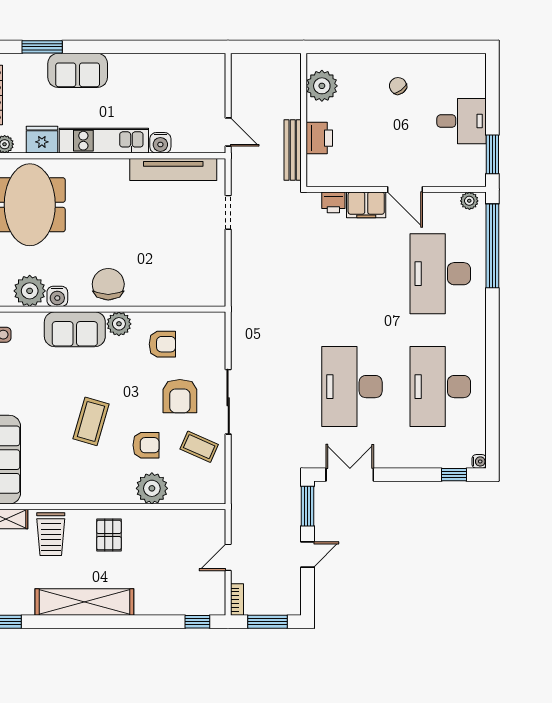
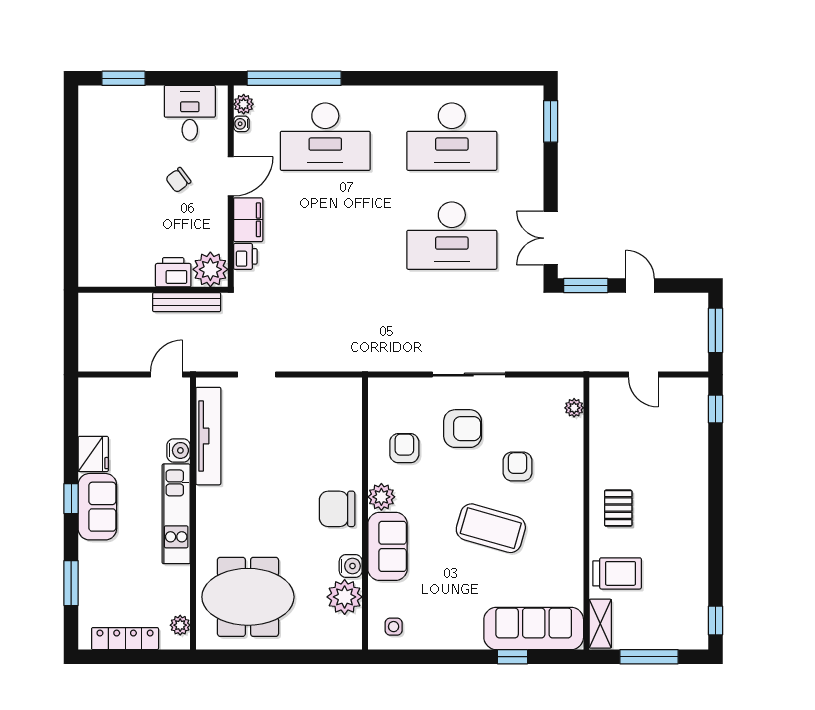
window: (117, 47) -> (71, 499), added
sofa: (78, 70) -> (97, 507), moved
plant: (322, 86) -> (210, 269), moved
chair: (398, 86) -> (178, 180), moved
desk: (462, 121) -> (190, 113), moved
fridge: (42, 140) -> (93, 454), moved, turned 180
window: (492, 154) -> (124, 78), moved
coffee table: (91, 421) -> (491, 528), width x1.36, depth x1.32
coffee table: (199, 447) -> (519, 407), removed
water cooler: (479, 461) -> (241, 124), moved, turned -90
window: (454, 475) -> (551, 121), width x1.50
plant: (152, 488) -> (574, 408), moved, width x0.53, depth x0.53
pallet: (109, 535) -> (618, 508), turned 90
bookcase: (237, 600) -> (691, 365), removed
shelving: (84, 602) -> (693, 536), removed

